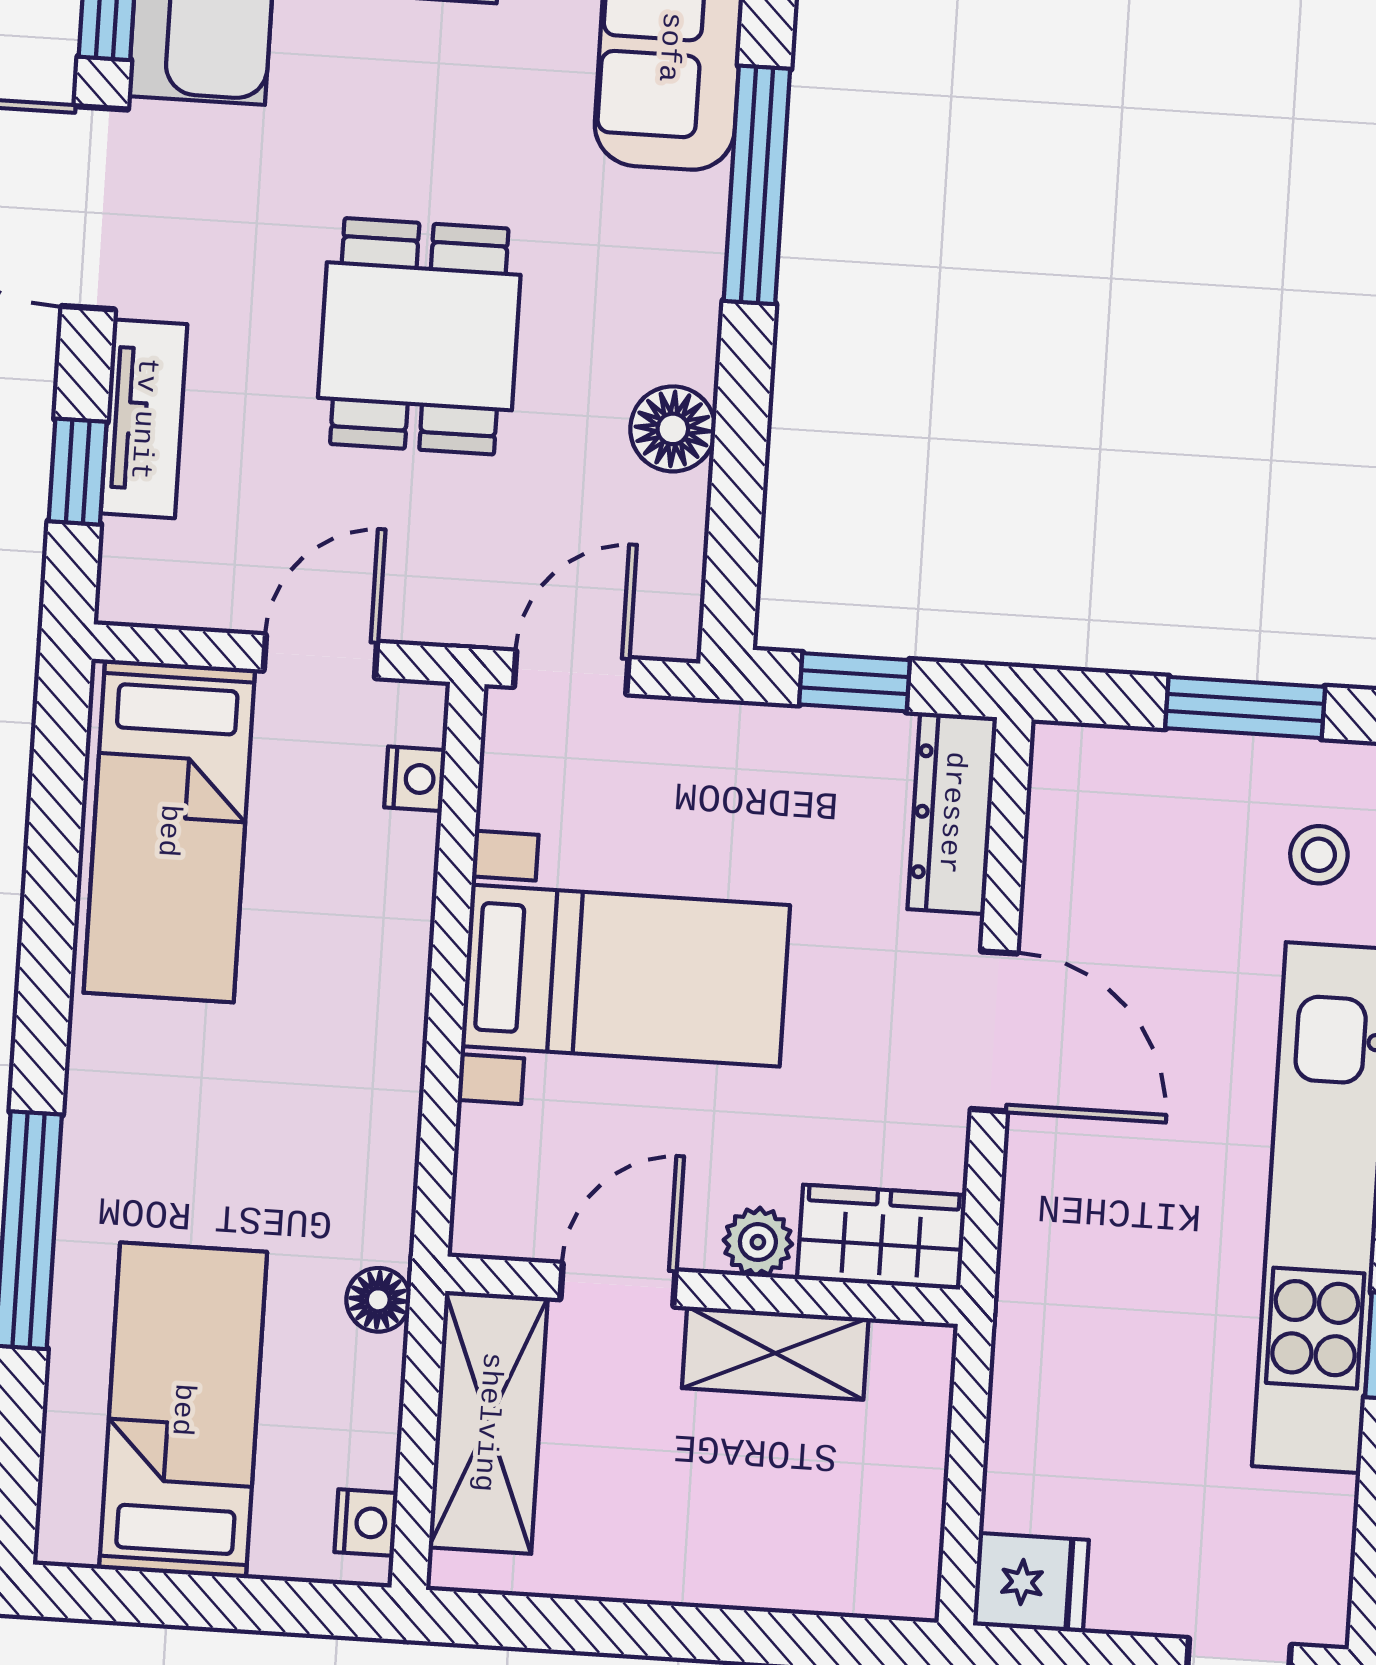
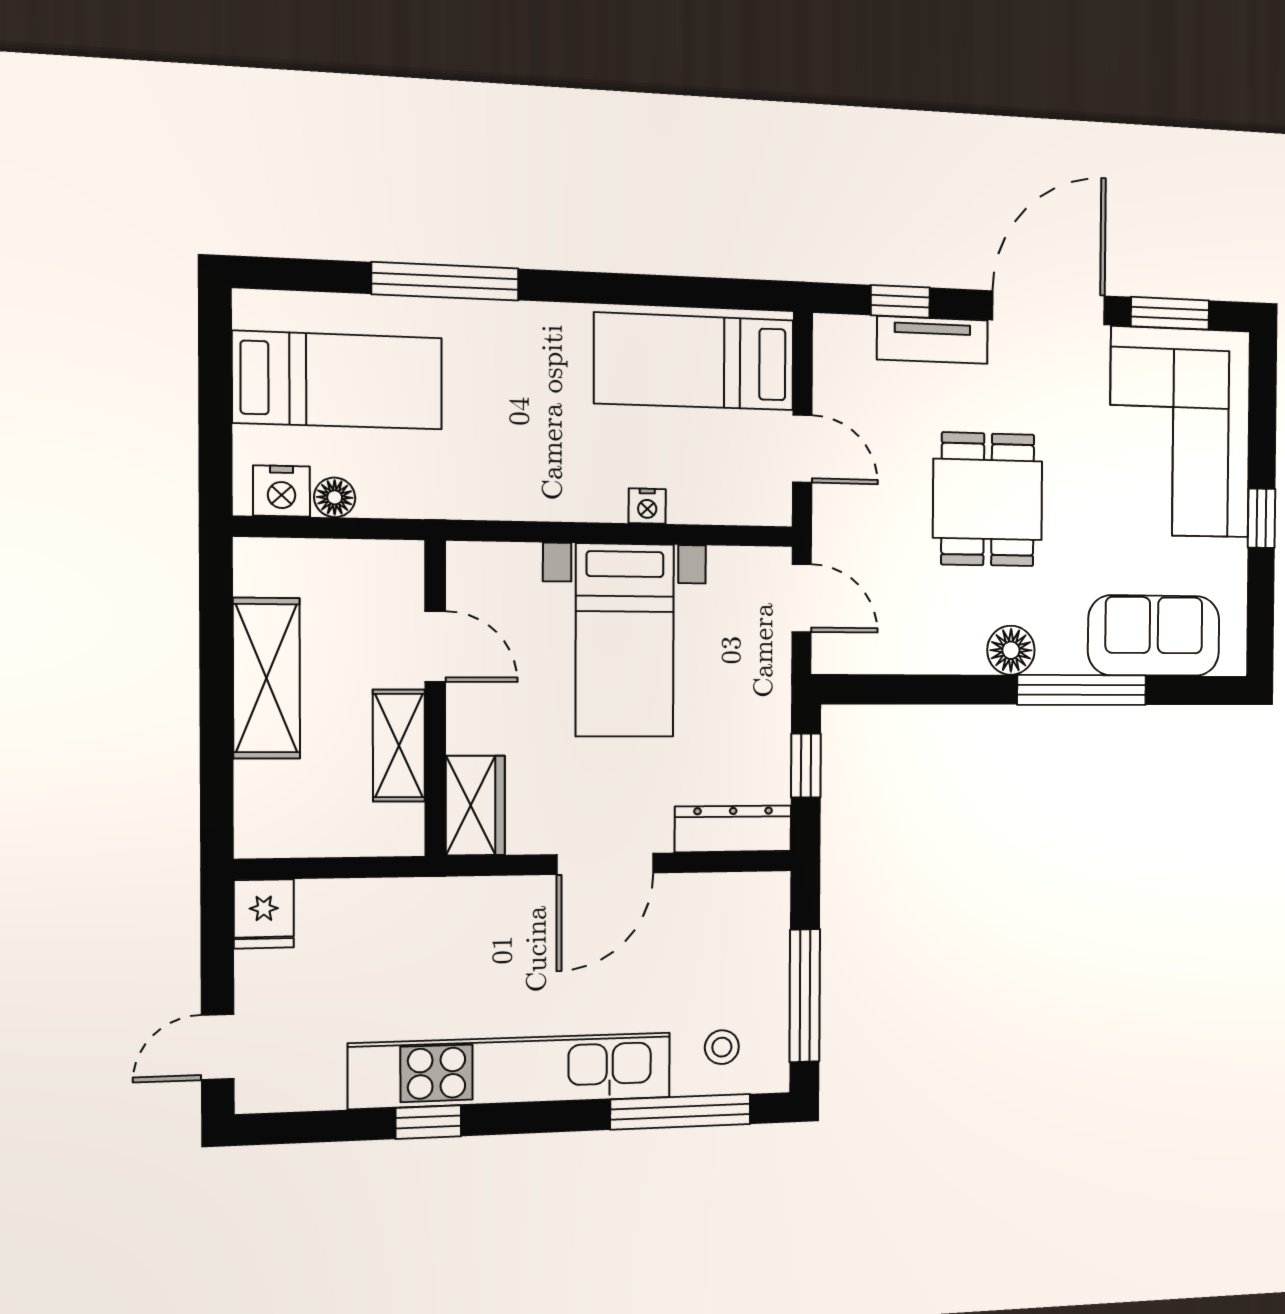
dining table: (419, 336) -> (988, 499), turned 90
floor lamp: (673, 429) -> (1011, 650), moved
window: (1245, 707) -> (805, 996), width x1.44
nightstand: (415, 779) -> (647, 506), moved
plant: (758, 1242) -> (467, 730), removed
floor lamp: (378, 1300) -> (335, 497), moved
shelving: (488, 1422) -> (266, 678), moved, turned 90
nightstand: (366, 1523) -> (282, 491), width x1.39, depth x1.35

